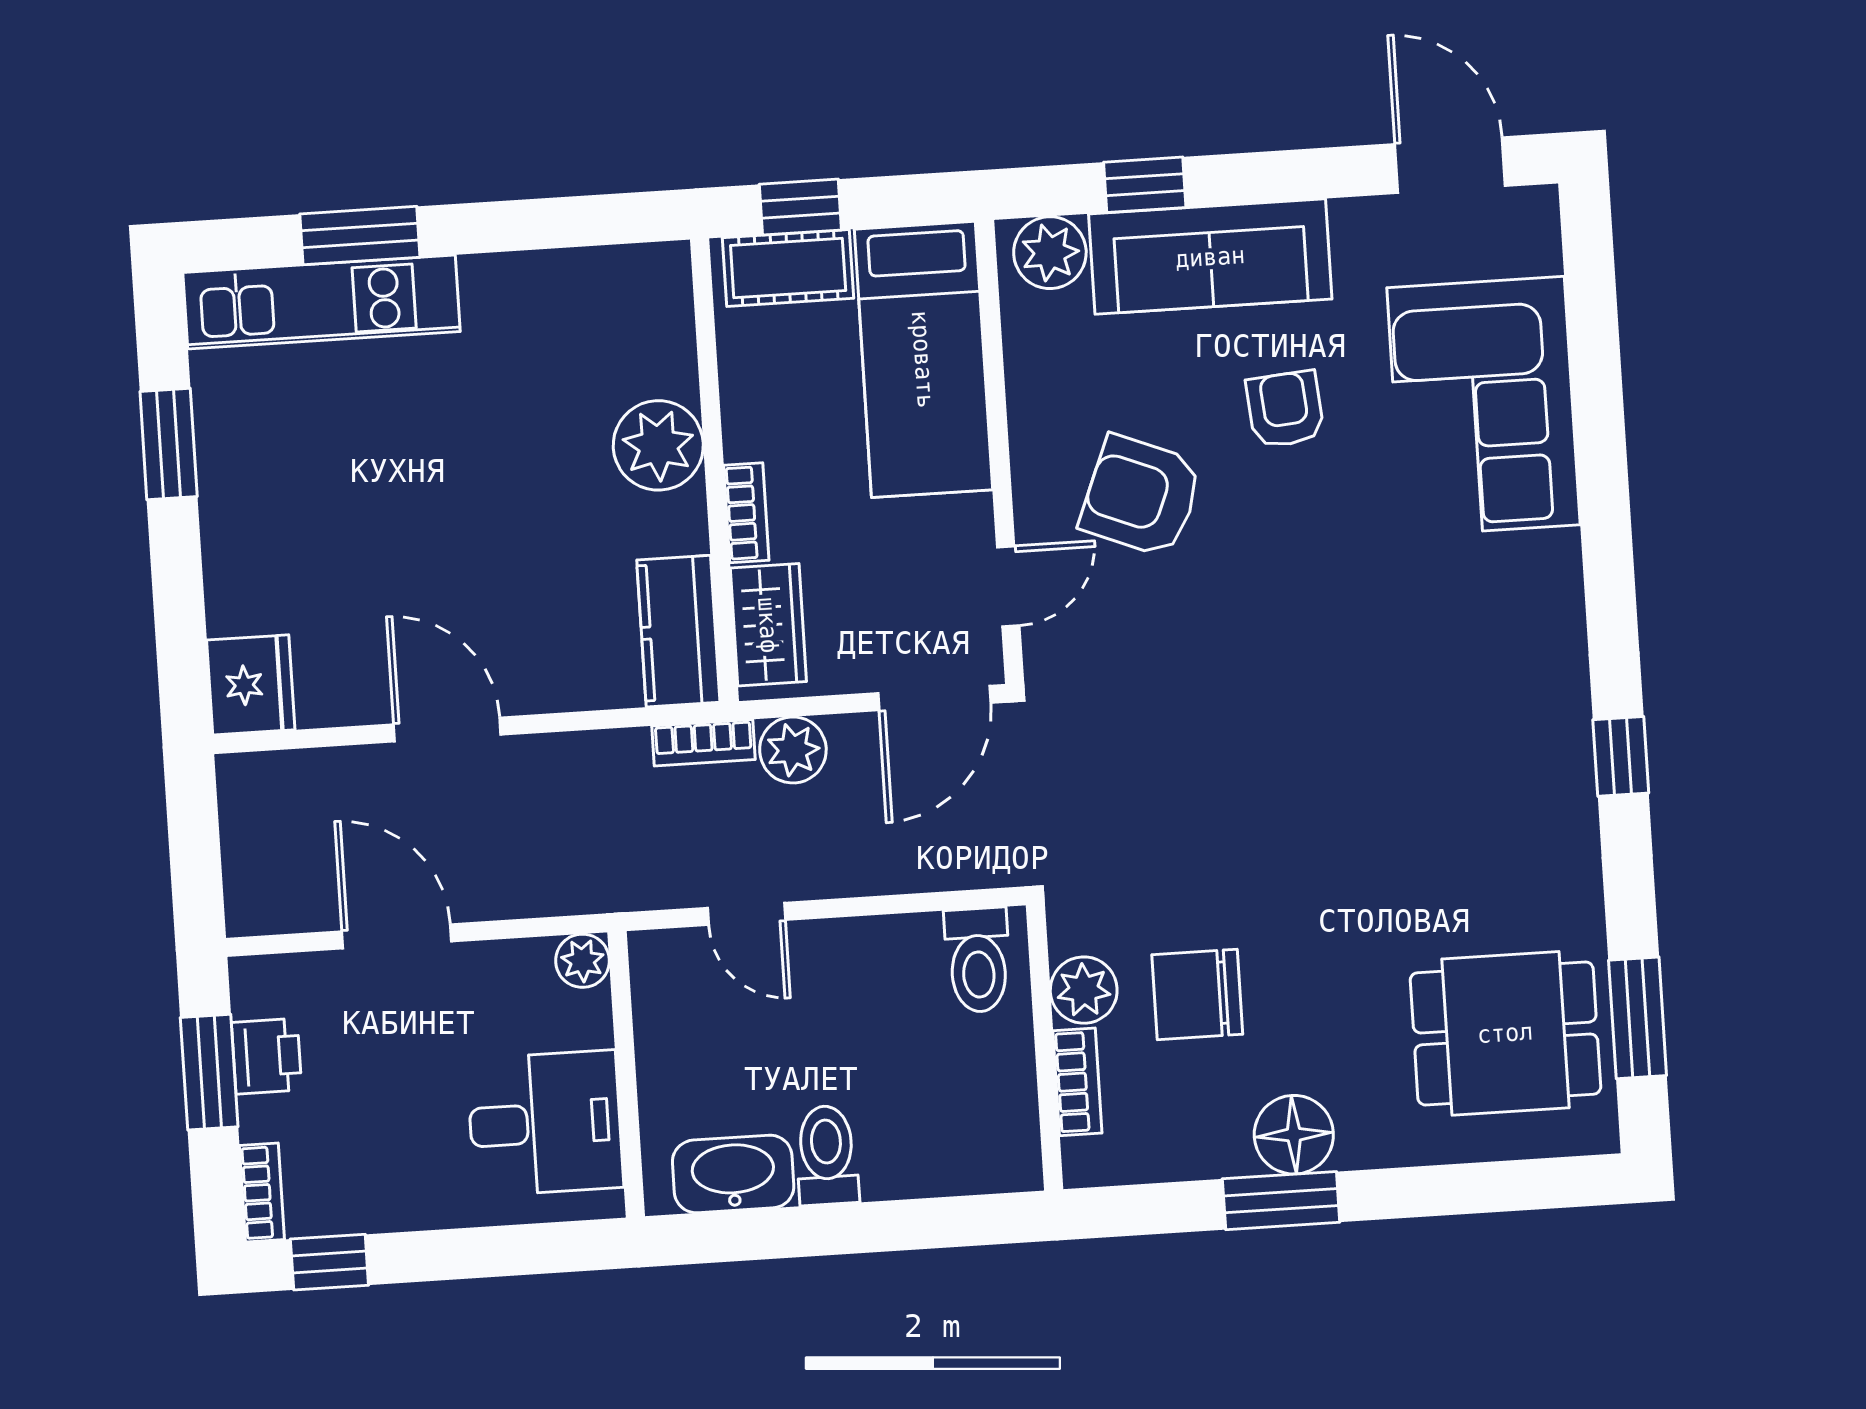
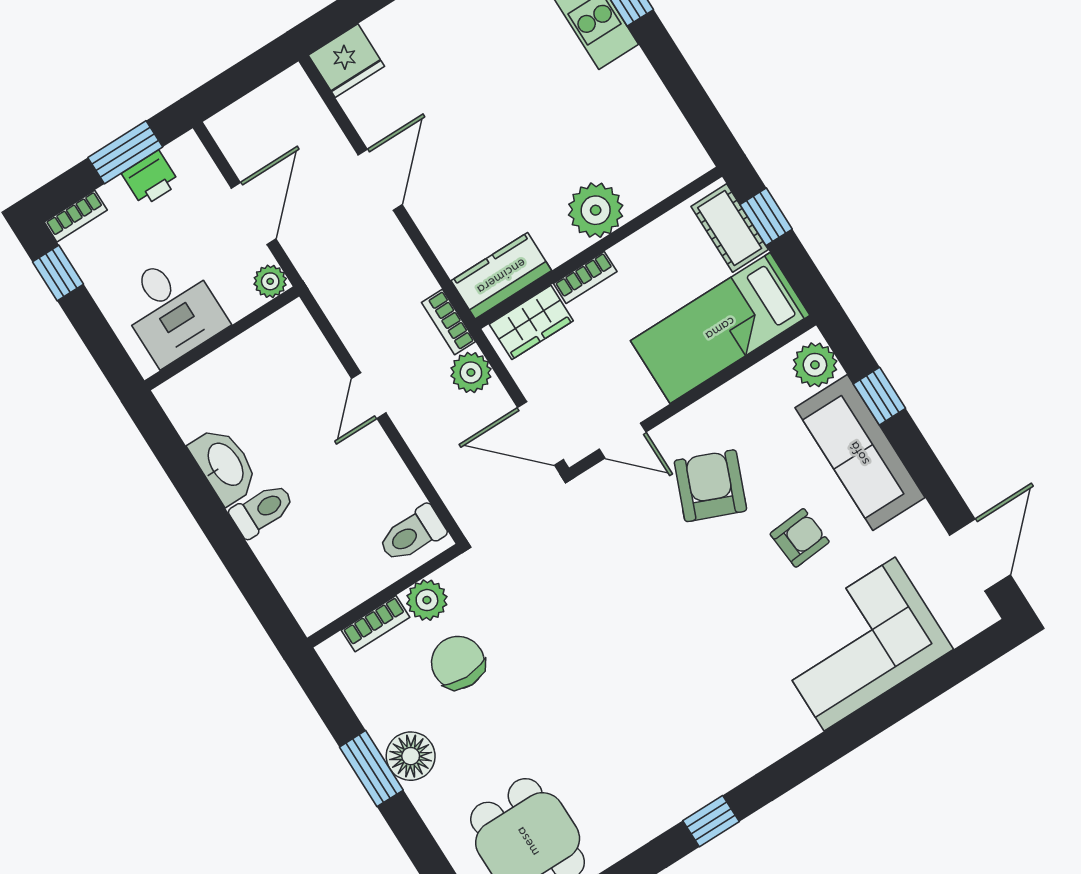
plant: (582, 961) -> (270, 281), moved
wall: (626, 1074) -> (222, 338), moved
desk: (545, 1123) -> (171, 309), moved

